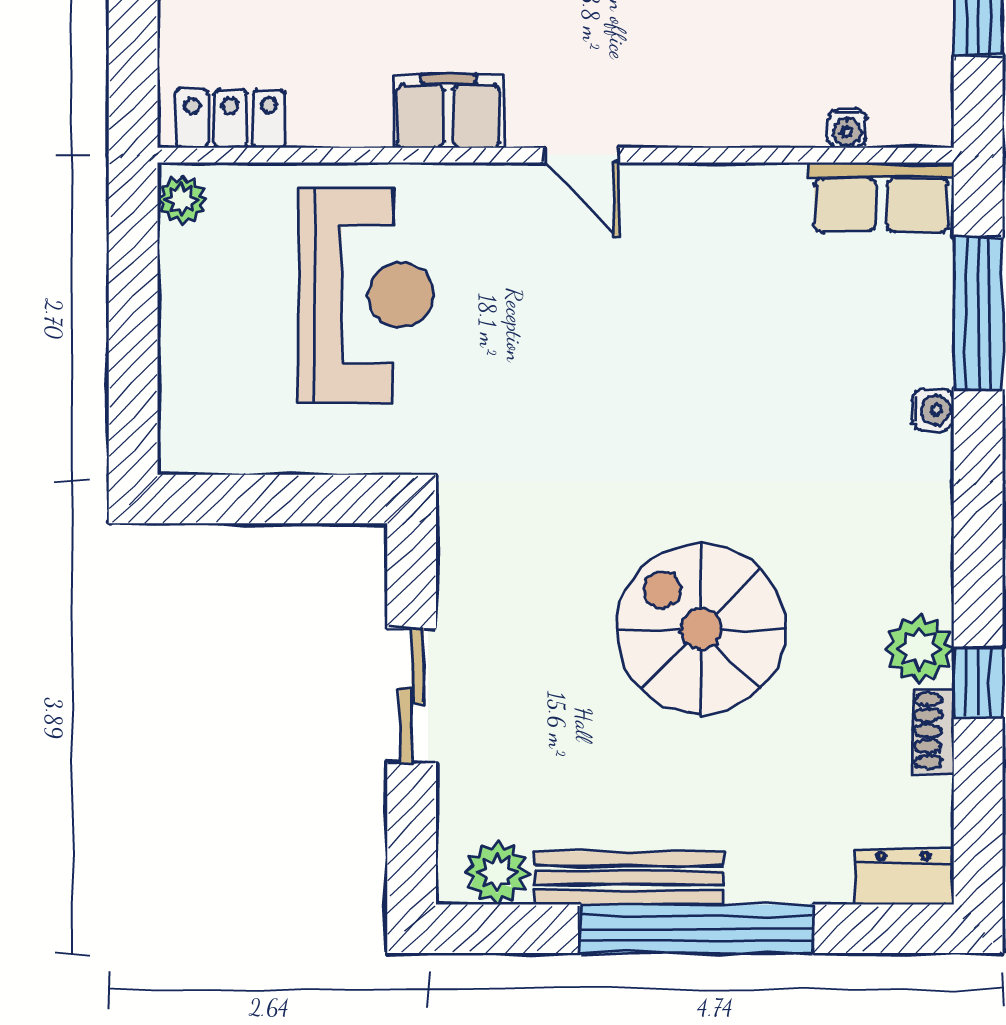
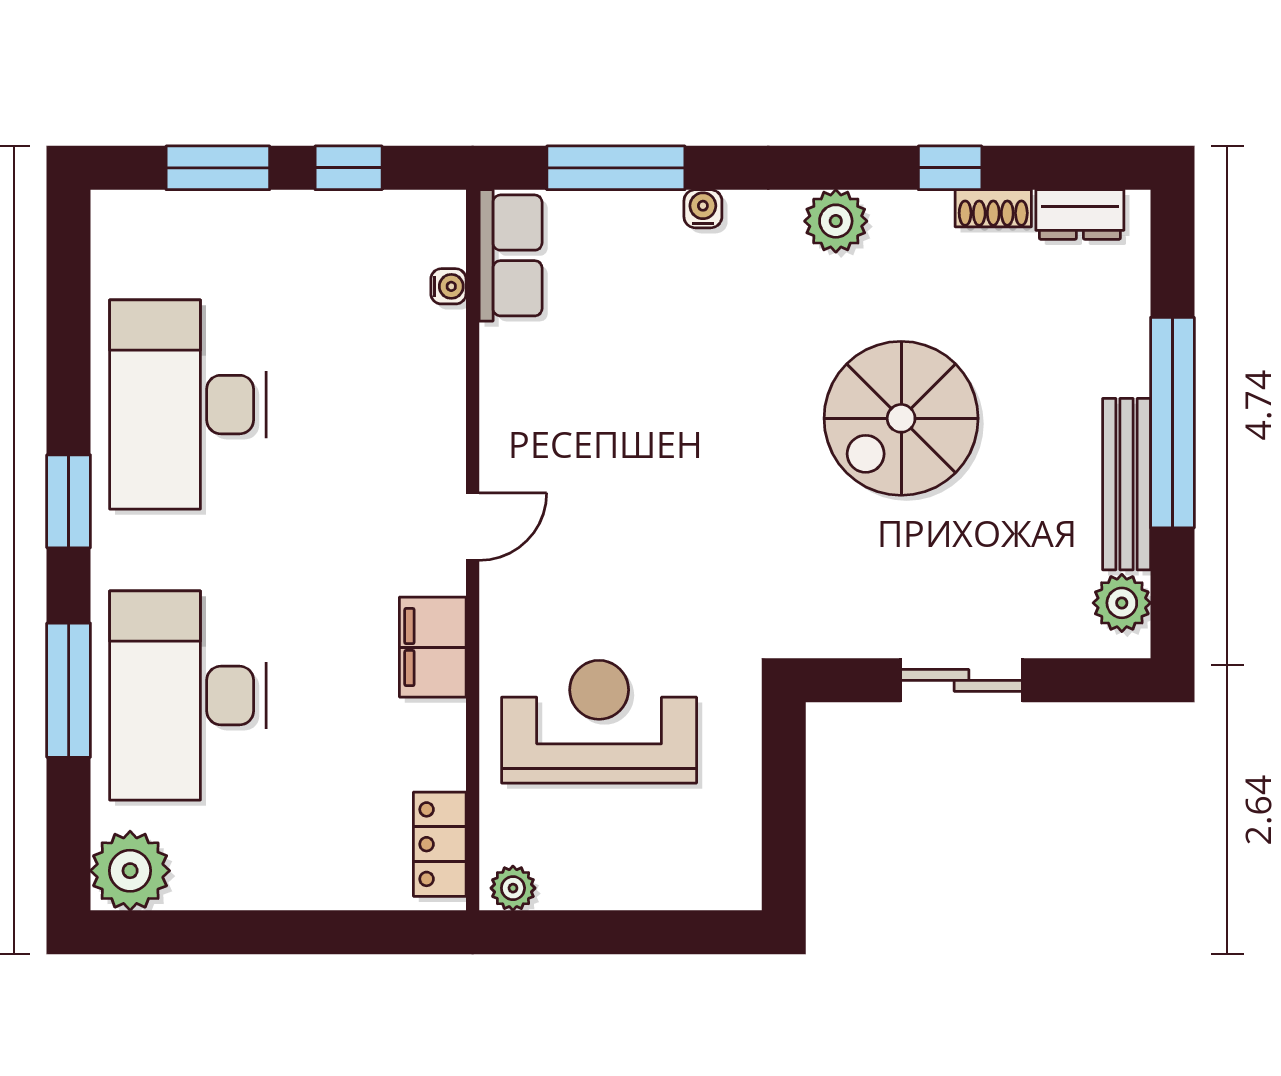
plant: (919, 649) -> (836, 221), moved
dresser: (903, 877) -> (1080, 215), moved, turned -90

